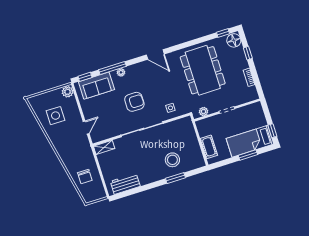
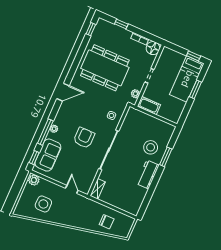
floor lamp: (234, 40) -> (153, 48), moved
cot: (209, 147) -> (149, 106), moved
workbench: (125, 184) -> (148, 174), moved

